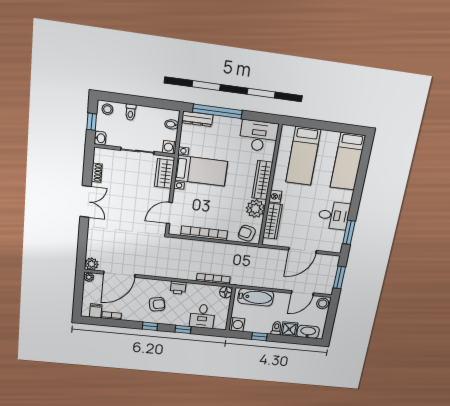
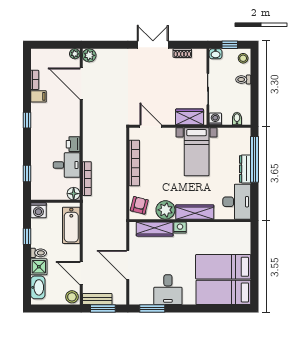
dresser: (197, 119) -> (245, 169), moved
bed: (303, 156) -> (223, 267), moved
double door: (86, 202) -> (153, 45), swing flipped
bench: (329, 281) -> (97, 299), added
armchair: (157, 304) -> (52, 125), removed
filing cabinet: (96, 311) -> (38, 96), moved
desk: (202, 316) -> (67, 165), moved, turned 180
window: (183, 329) -> (27, 173), moved

